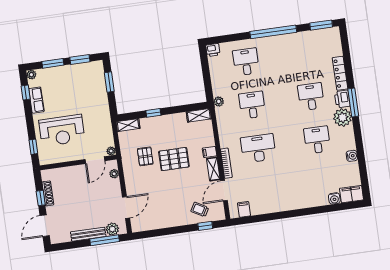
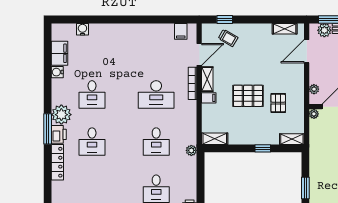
filing cabinet: (351, 194) -> (59, 53), moved, turned -90
shelving: (149, 225) -> (285, 29), added

